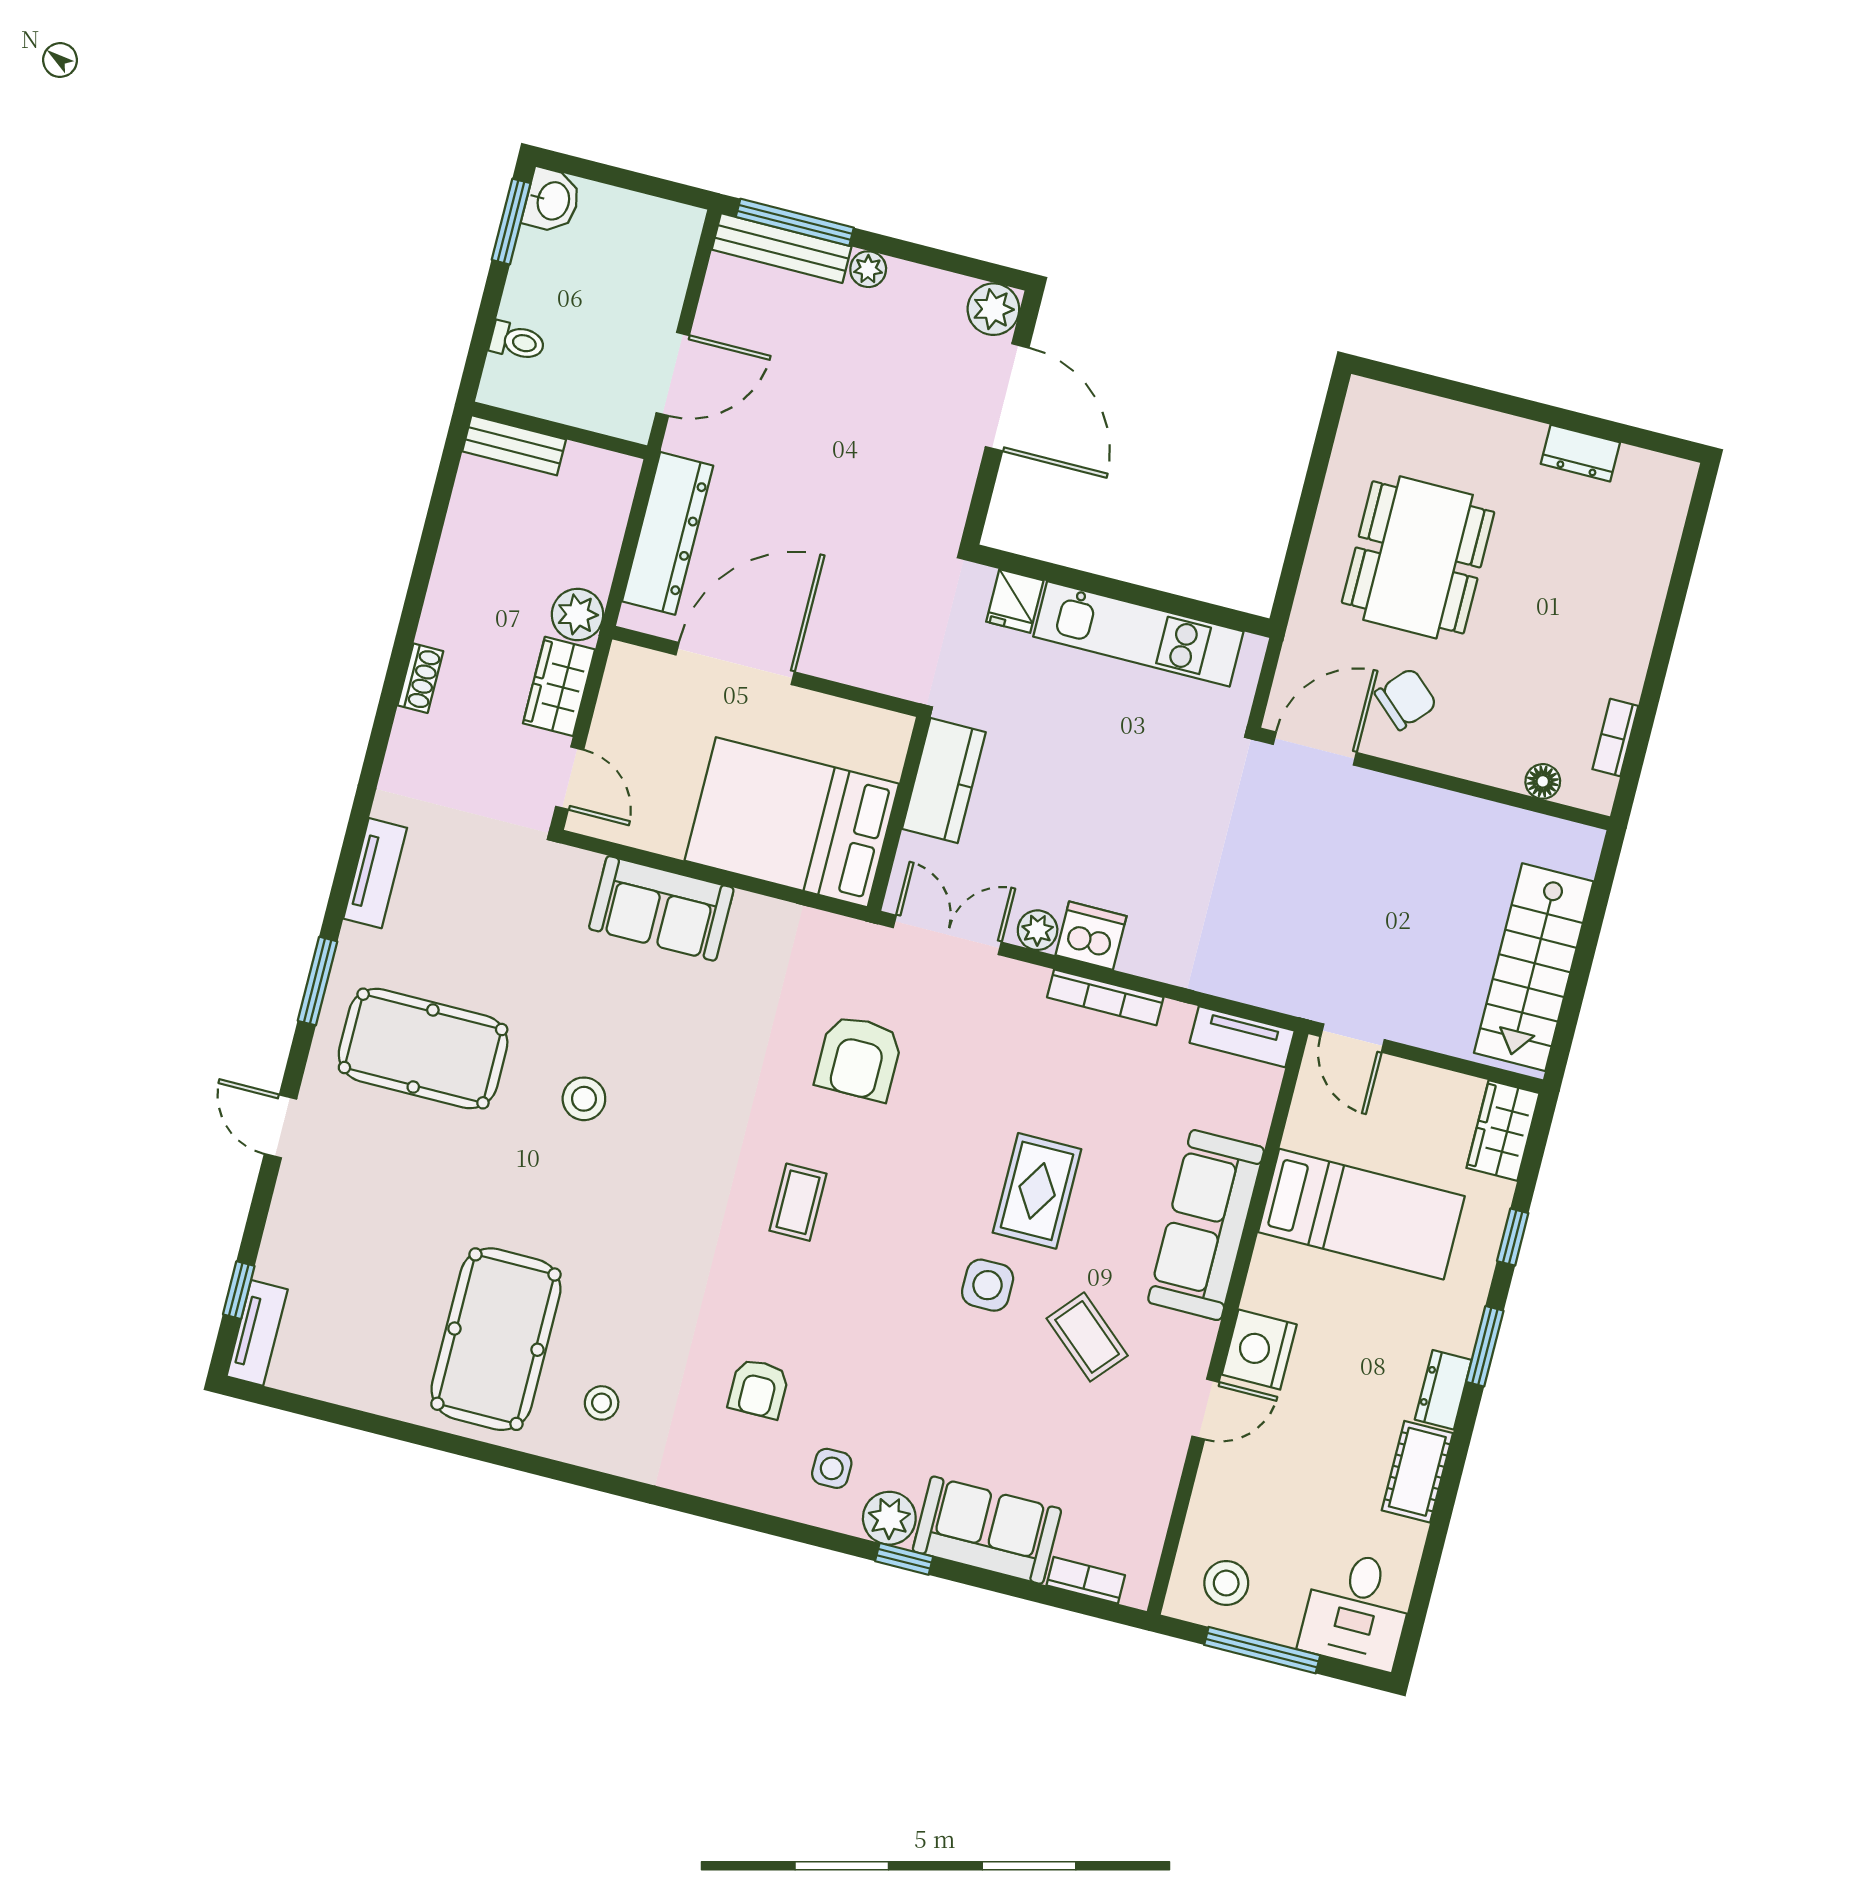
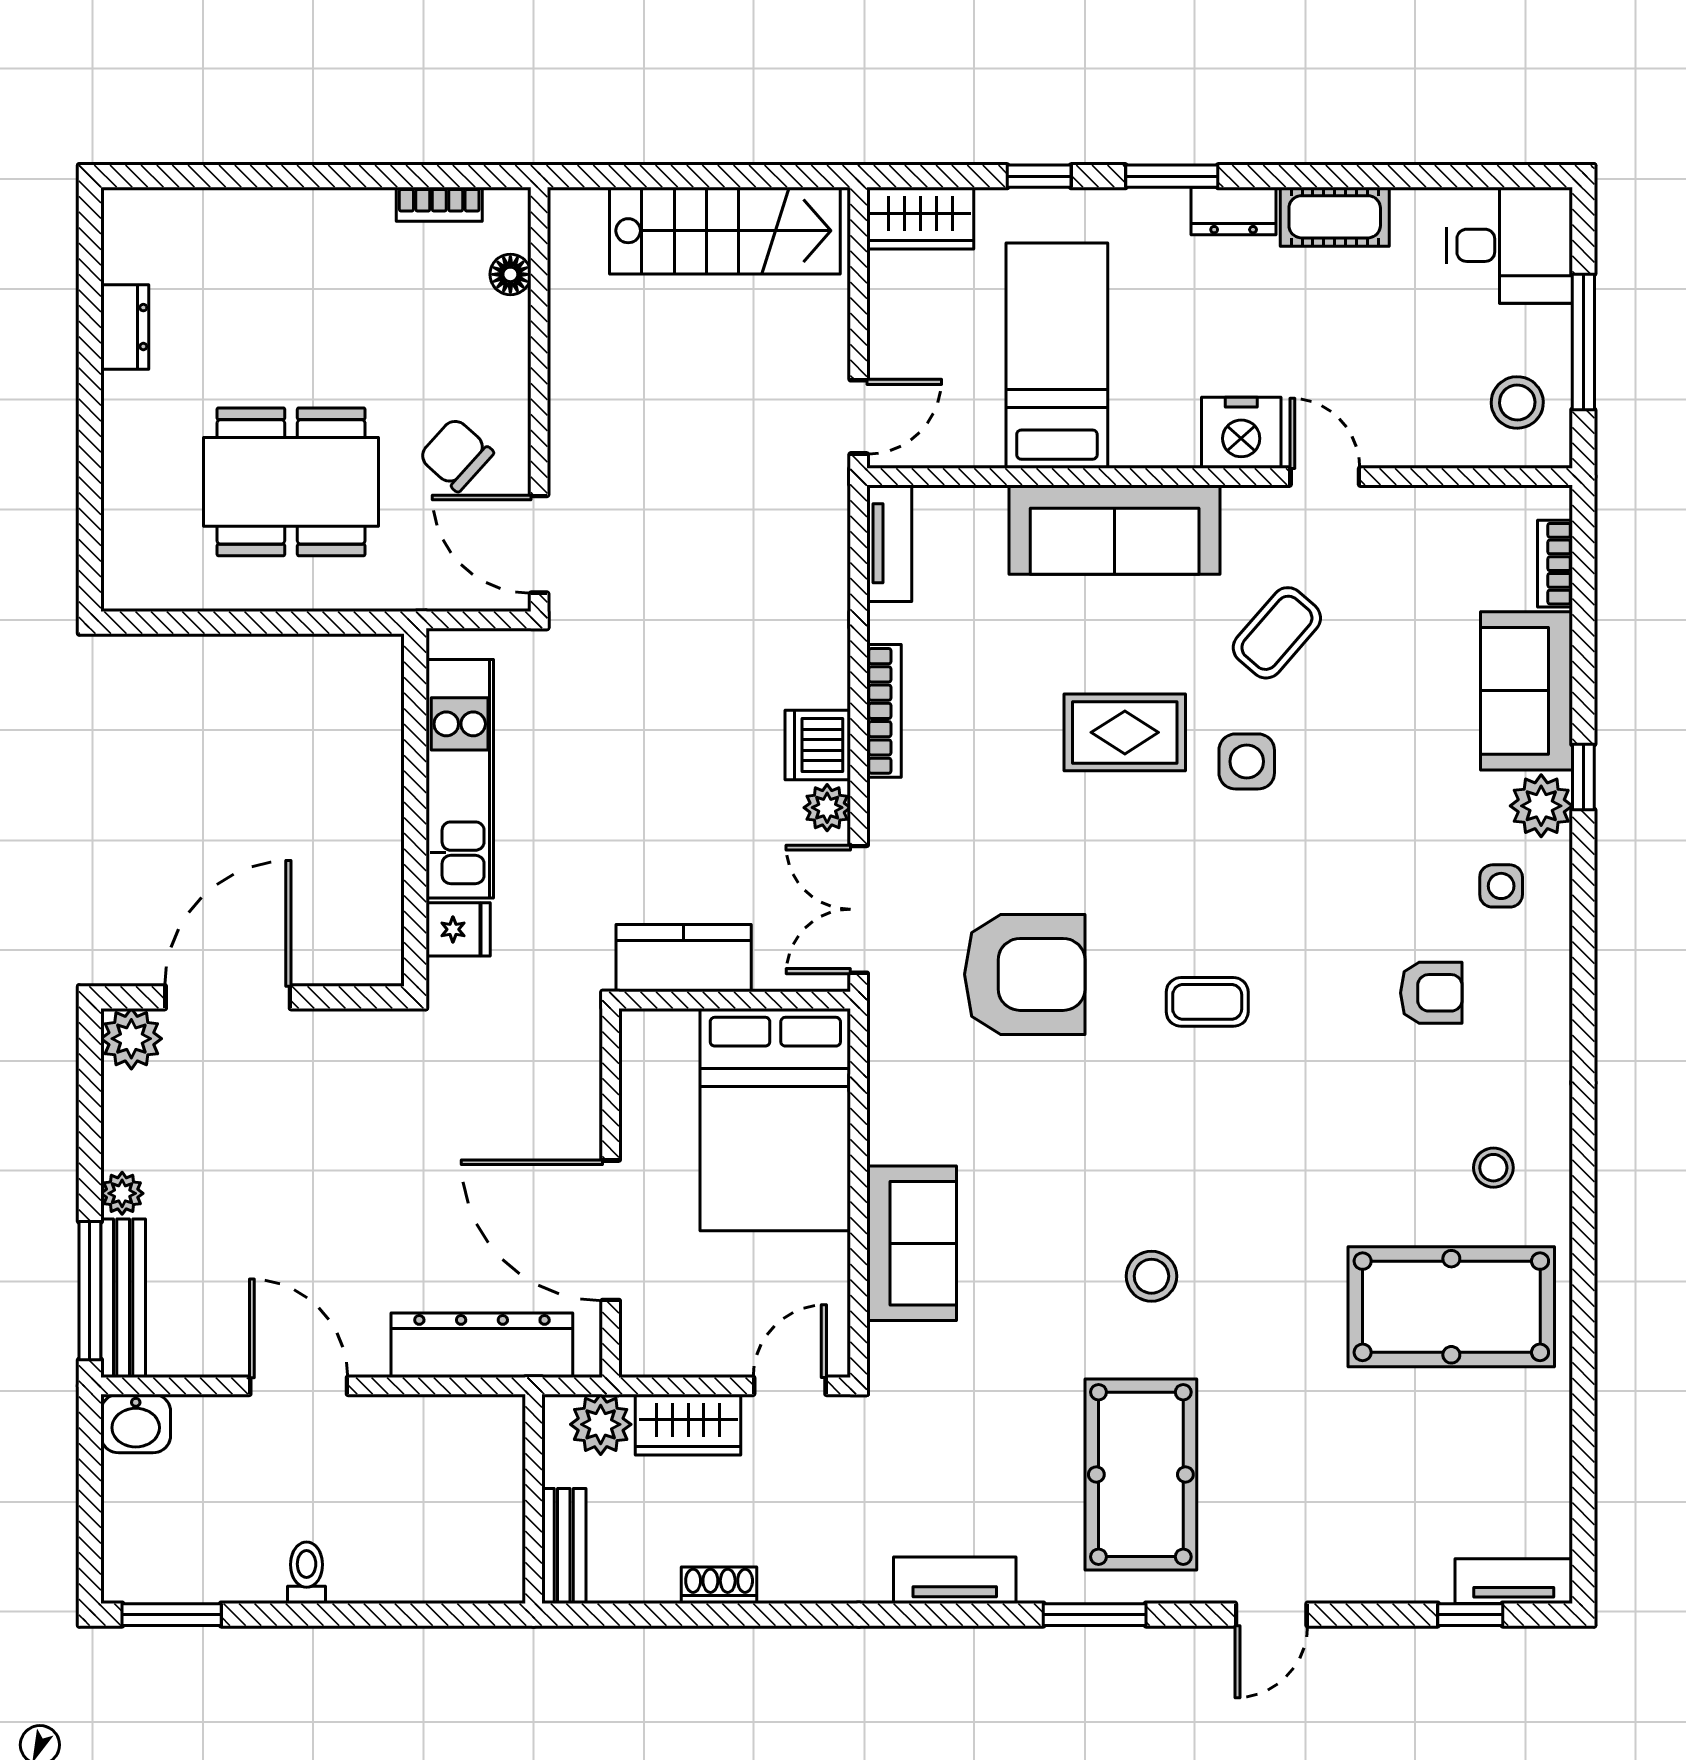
washbasin: (552, 201) -> (136, 1424), moved, turned 180
wall: (559, 430) -> (534, 1499), moved
bench: (514, 445) -> (564, 1546), moved
armchair: (859, 1058) -> (1025, 974), width x1.36, depth x1.36

